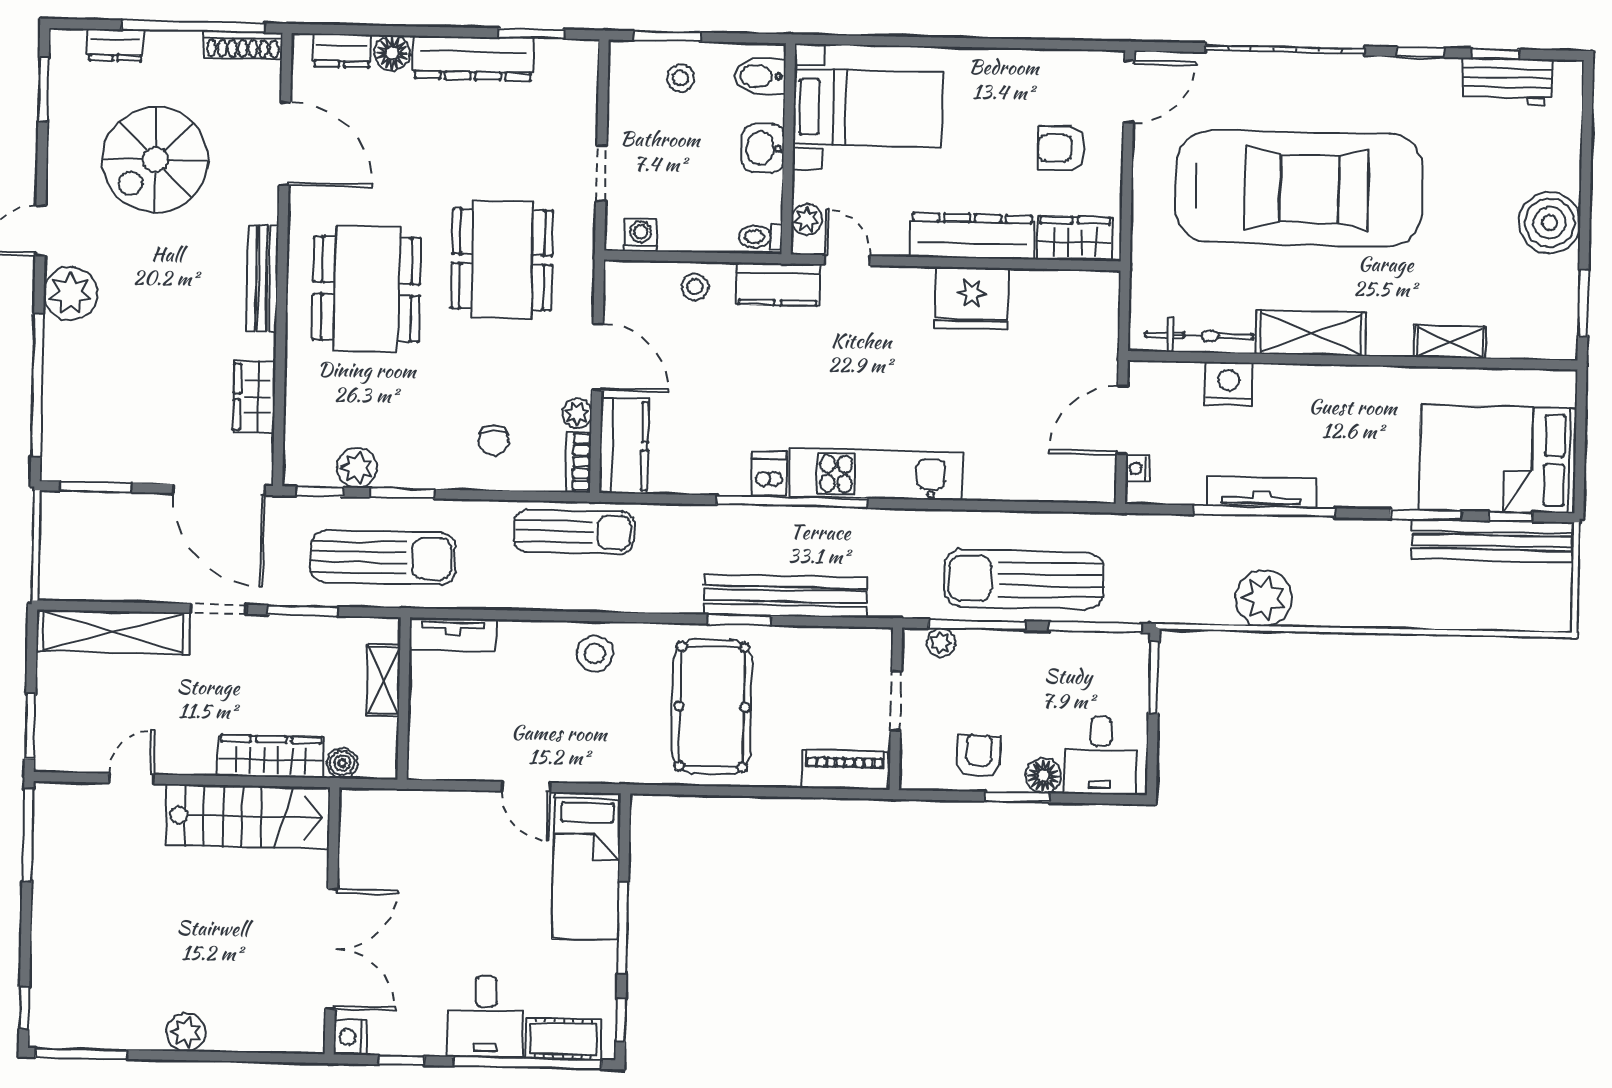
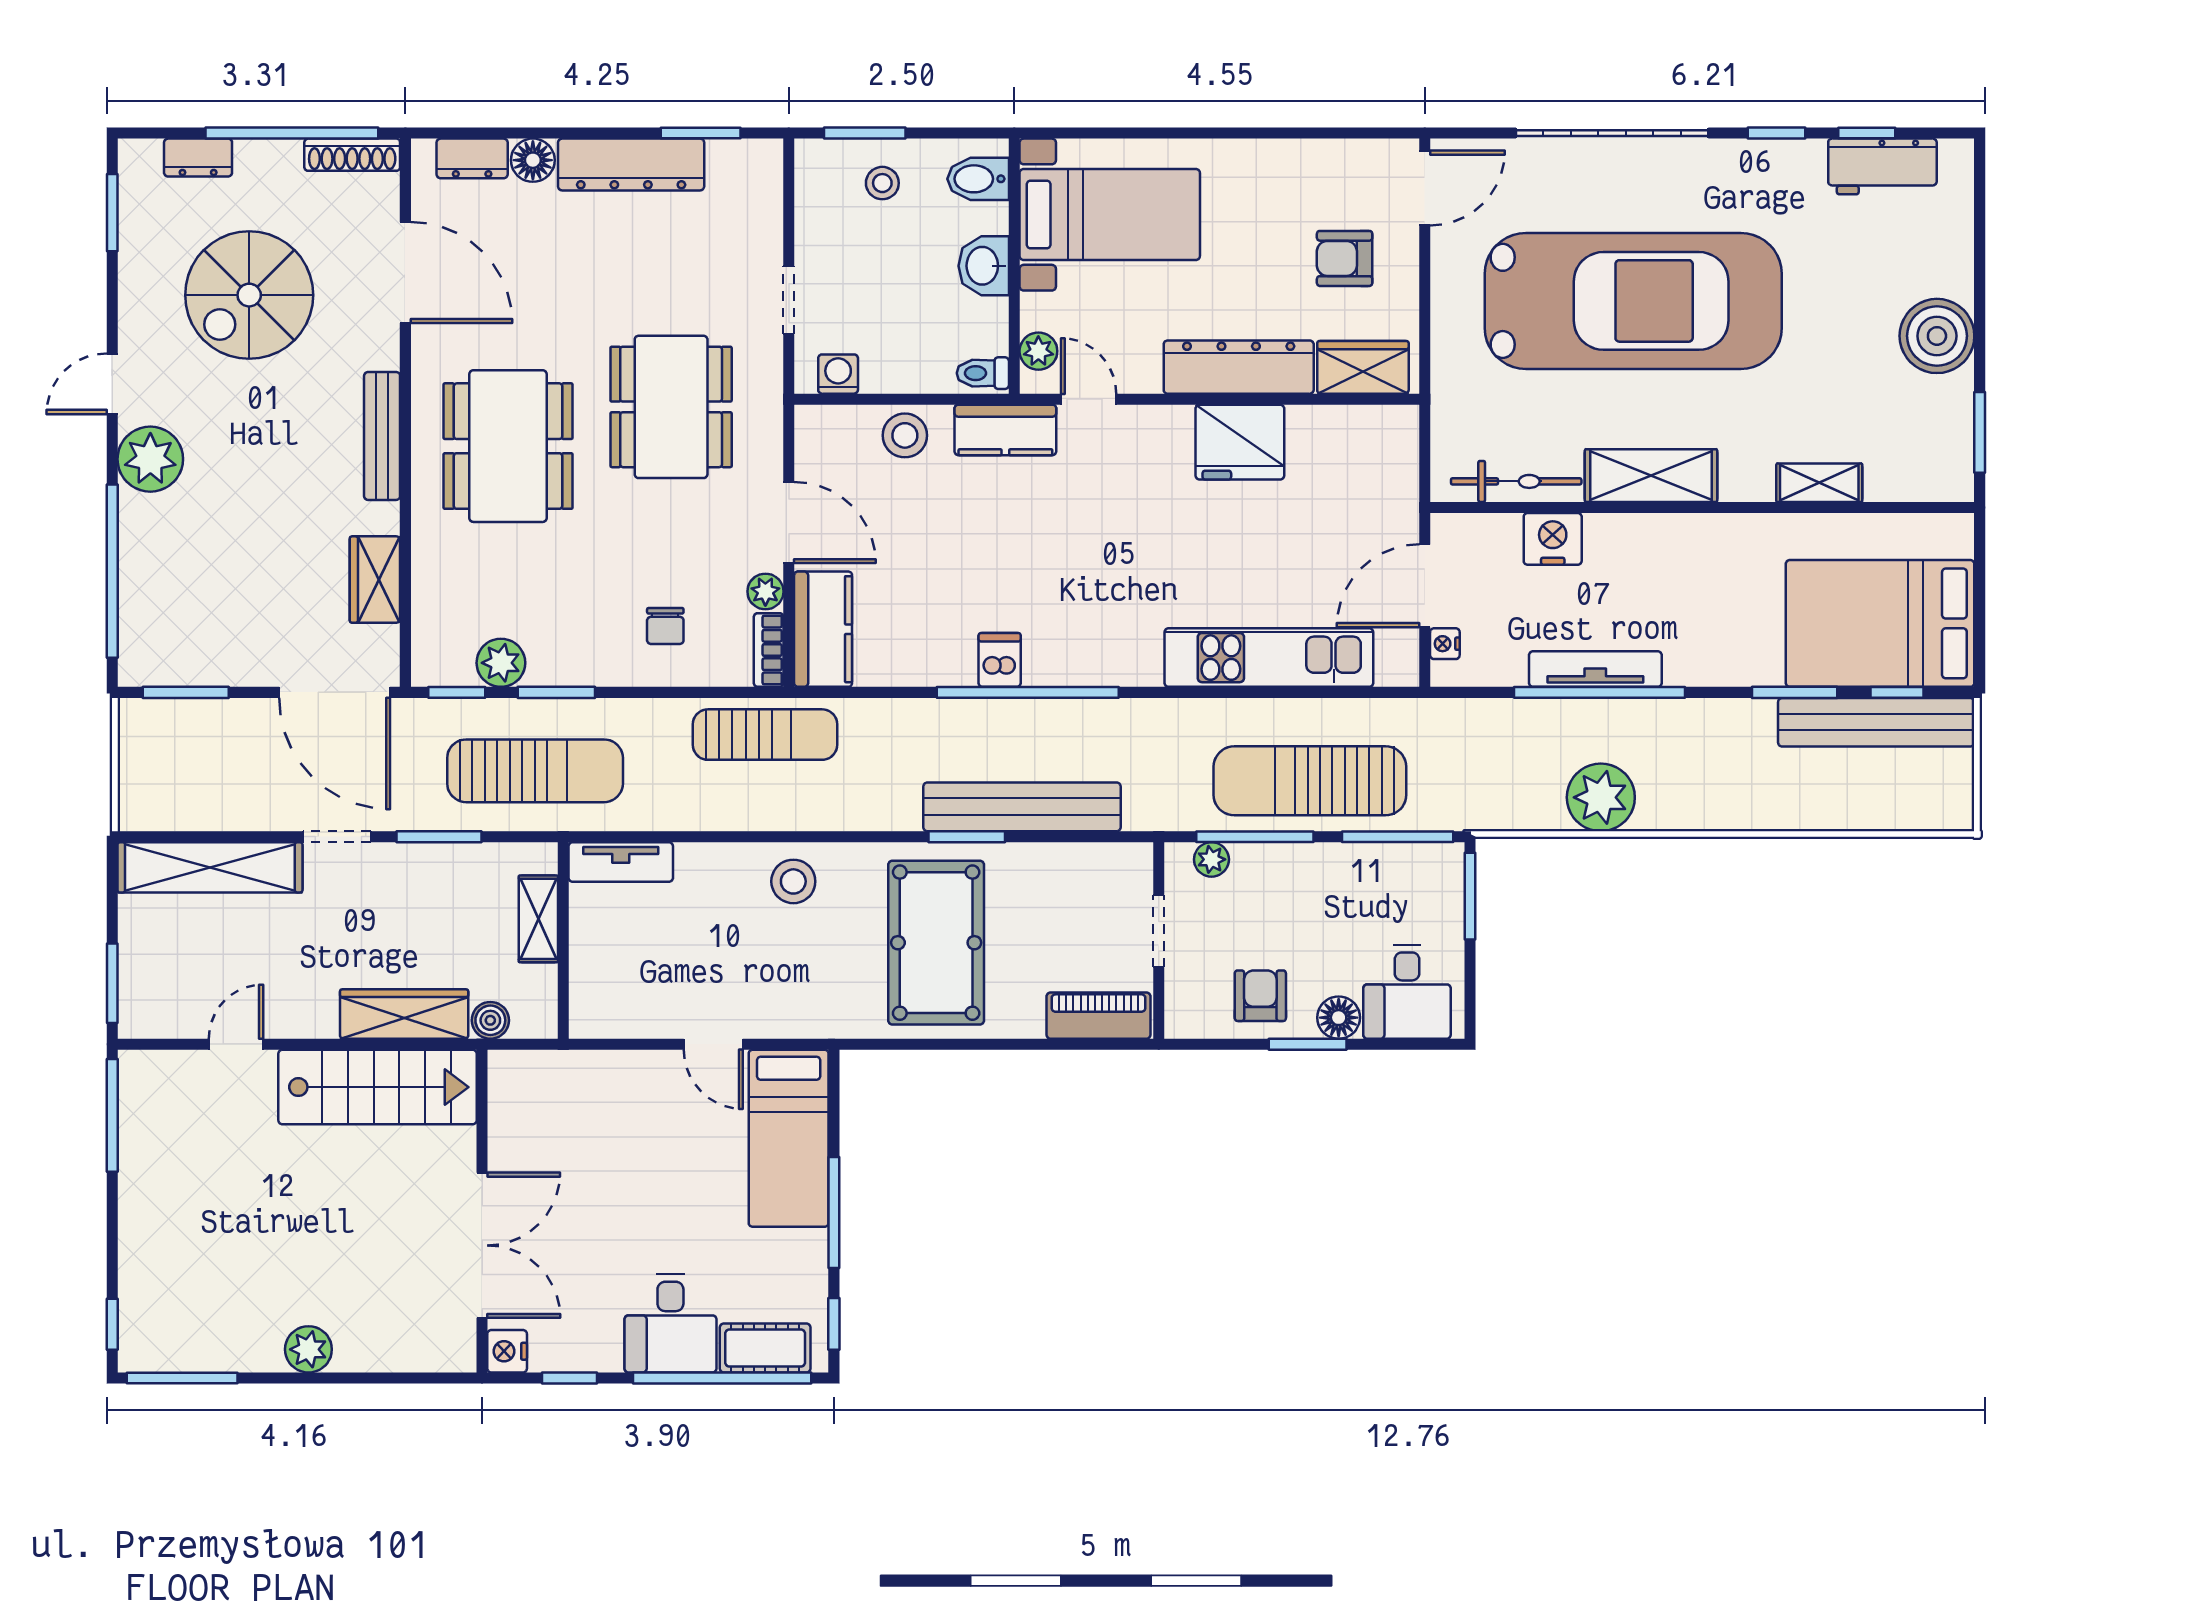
stool: (695, 287) -> (905, 435), width x1.37, depth x1.37
kitchen unit: (876, 474) -> (1269, 658), moved

